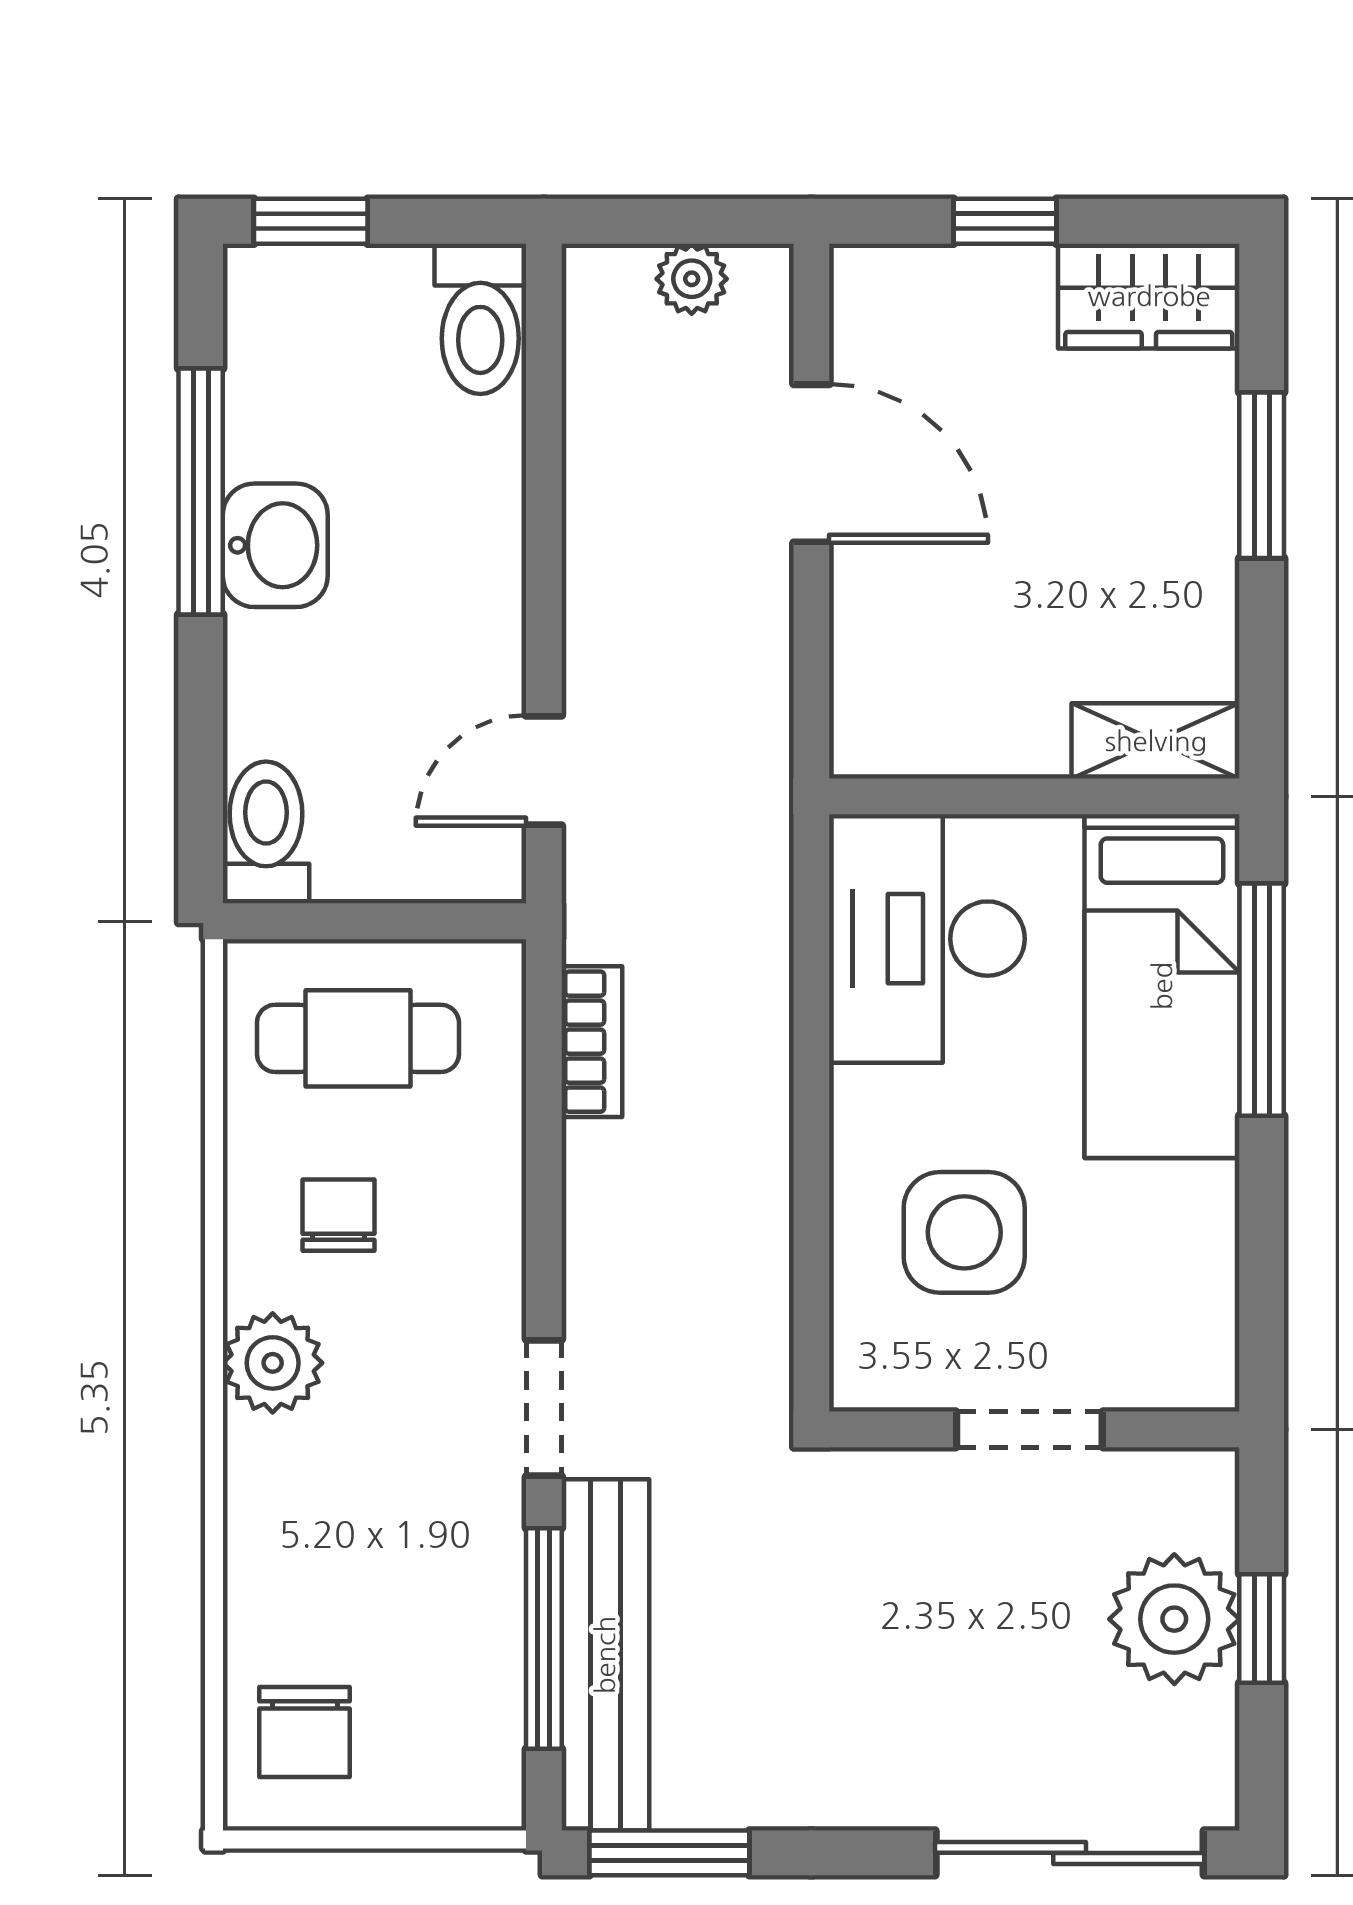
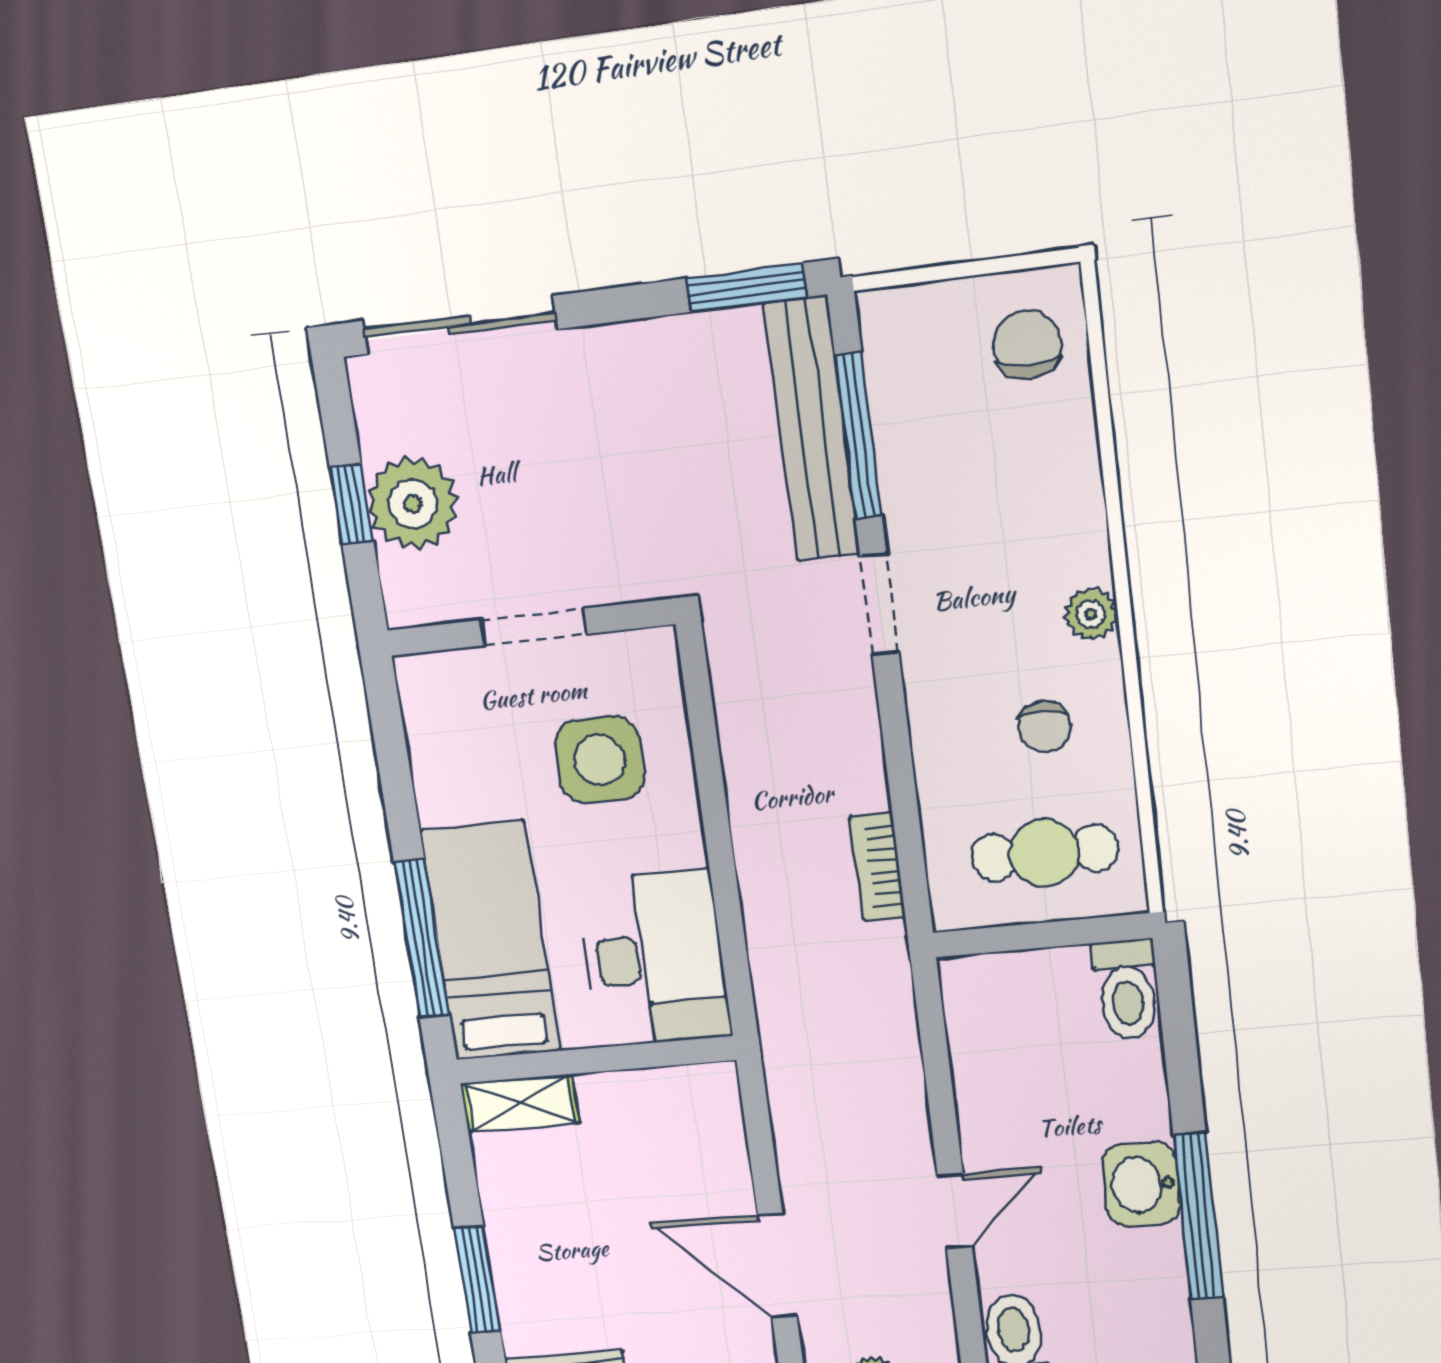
door: (544, 770) -> (955, 1211), moved
plant: (273, 1363) -> (1091, 614), width x0.73, depth x0.73

